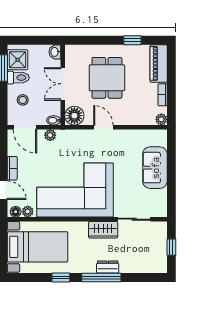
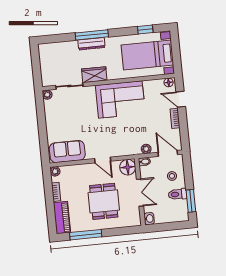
window: (132, 40) -> (86, 235), width x2.17
shower: (18, 60) -> (180, 209), removed
sofa: (155, 168) -> (67, 152), moved, turned -90
corner sofa: (75, 190) -> (120, 100), width x0.73, depth x0.74
plant: (28, 212) -> (47, 95), moved
window: (171, 247) -> (36, 66), removed
dresser: (108, 267) -> (91, 44), width x1.44
window: (61, 277) -> (145, 30), moved

